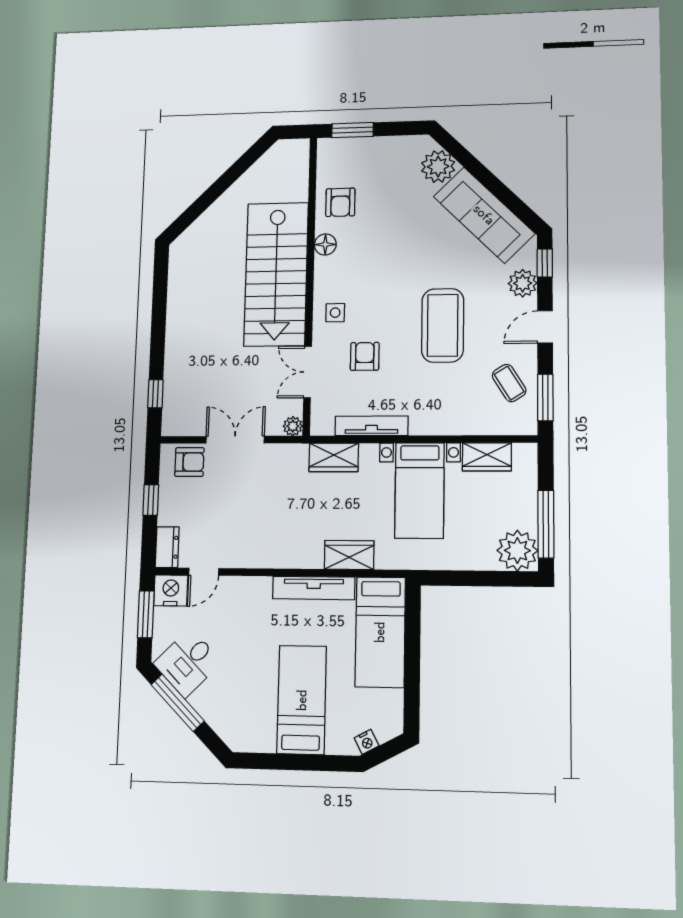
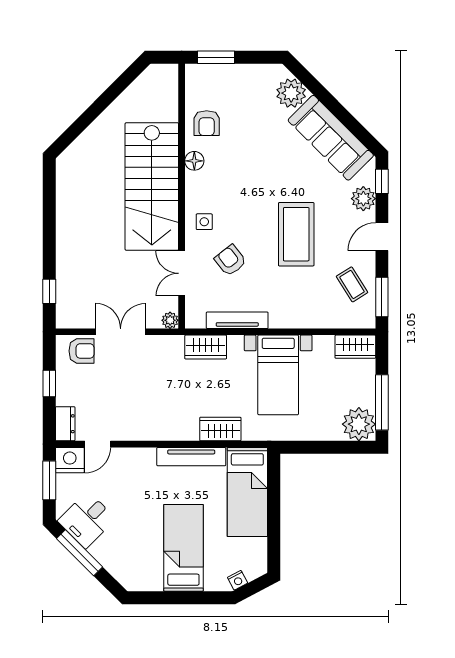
armchair: (365, 356) -> (230, 260), turned -38
wardrobe: (487, 457) -> (355, 347), moved

